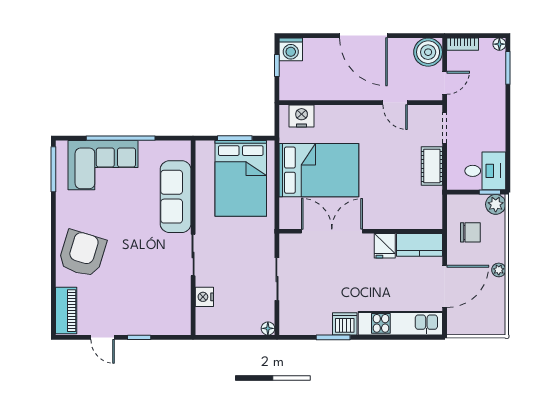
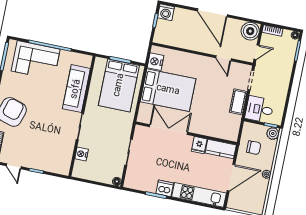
nightstand: (302, 116) -> (155, 62), moved, turned -90
desk: (485, 171) -> (259, 109), moved, turned 180

